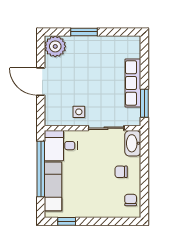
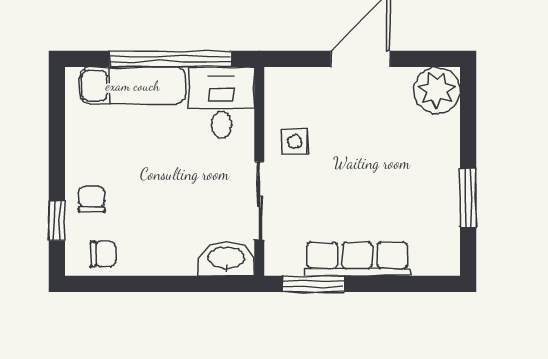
window: (84, 32) -> (468, 198), moved
chair: (121, 172) -> (92, 199), moved
window: (67, 221) -> (57, 221), moved

